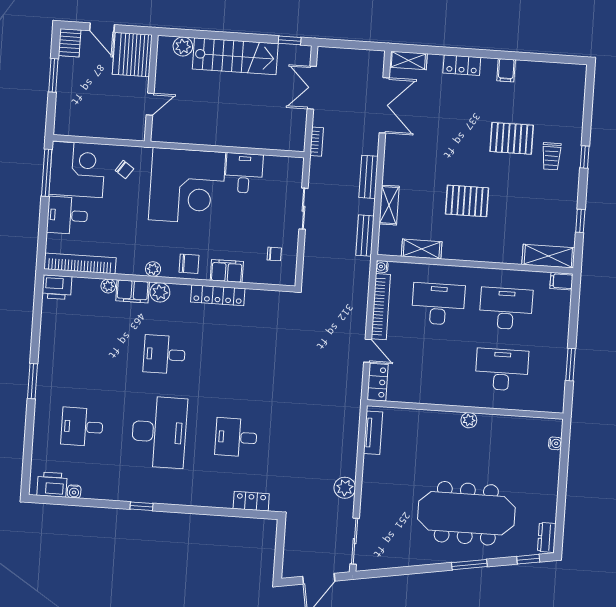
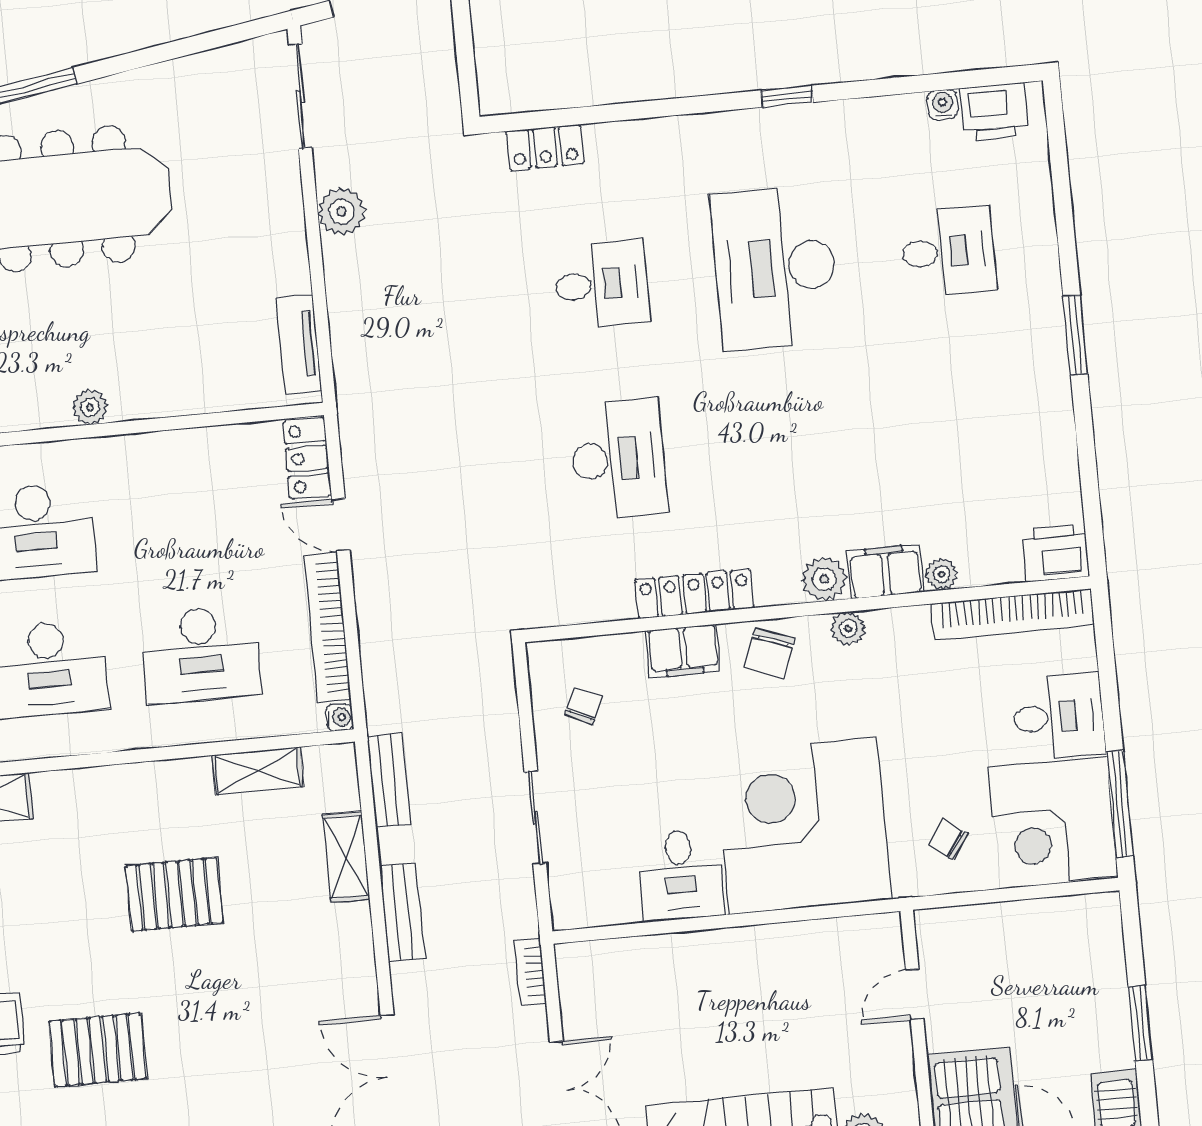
chair: (274, 254) -> (584, 706), turned 115
chair: (189, 264) -> (770, 653), turned -69
desk: (164, 354) -> (618, 459), moved, width x1.37

